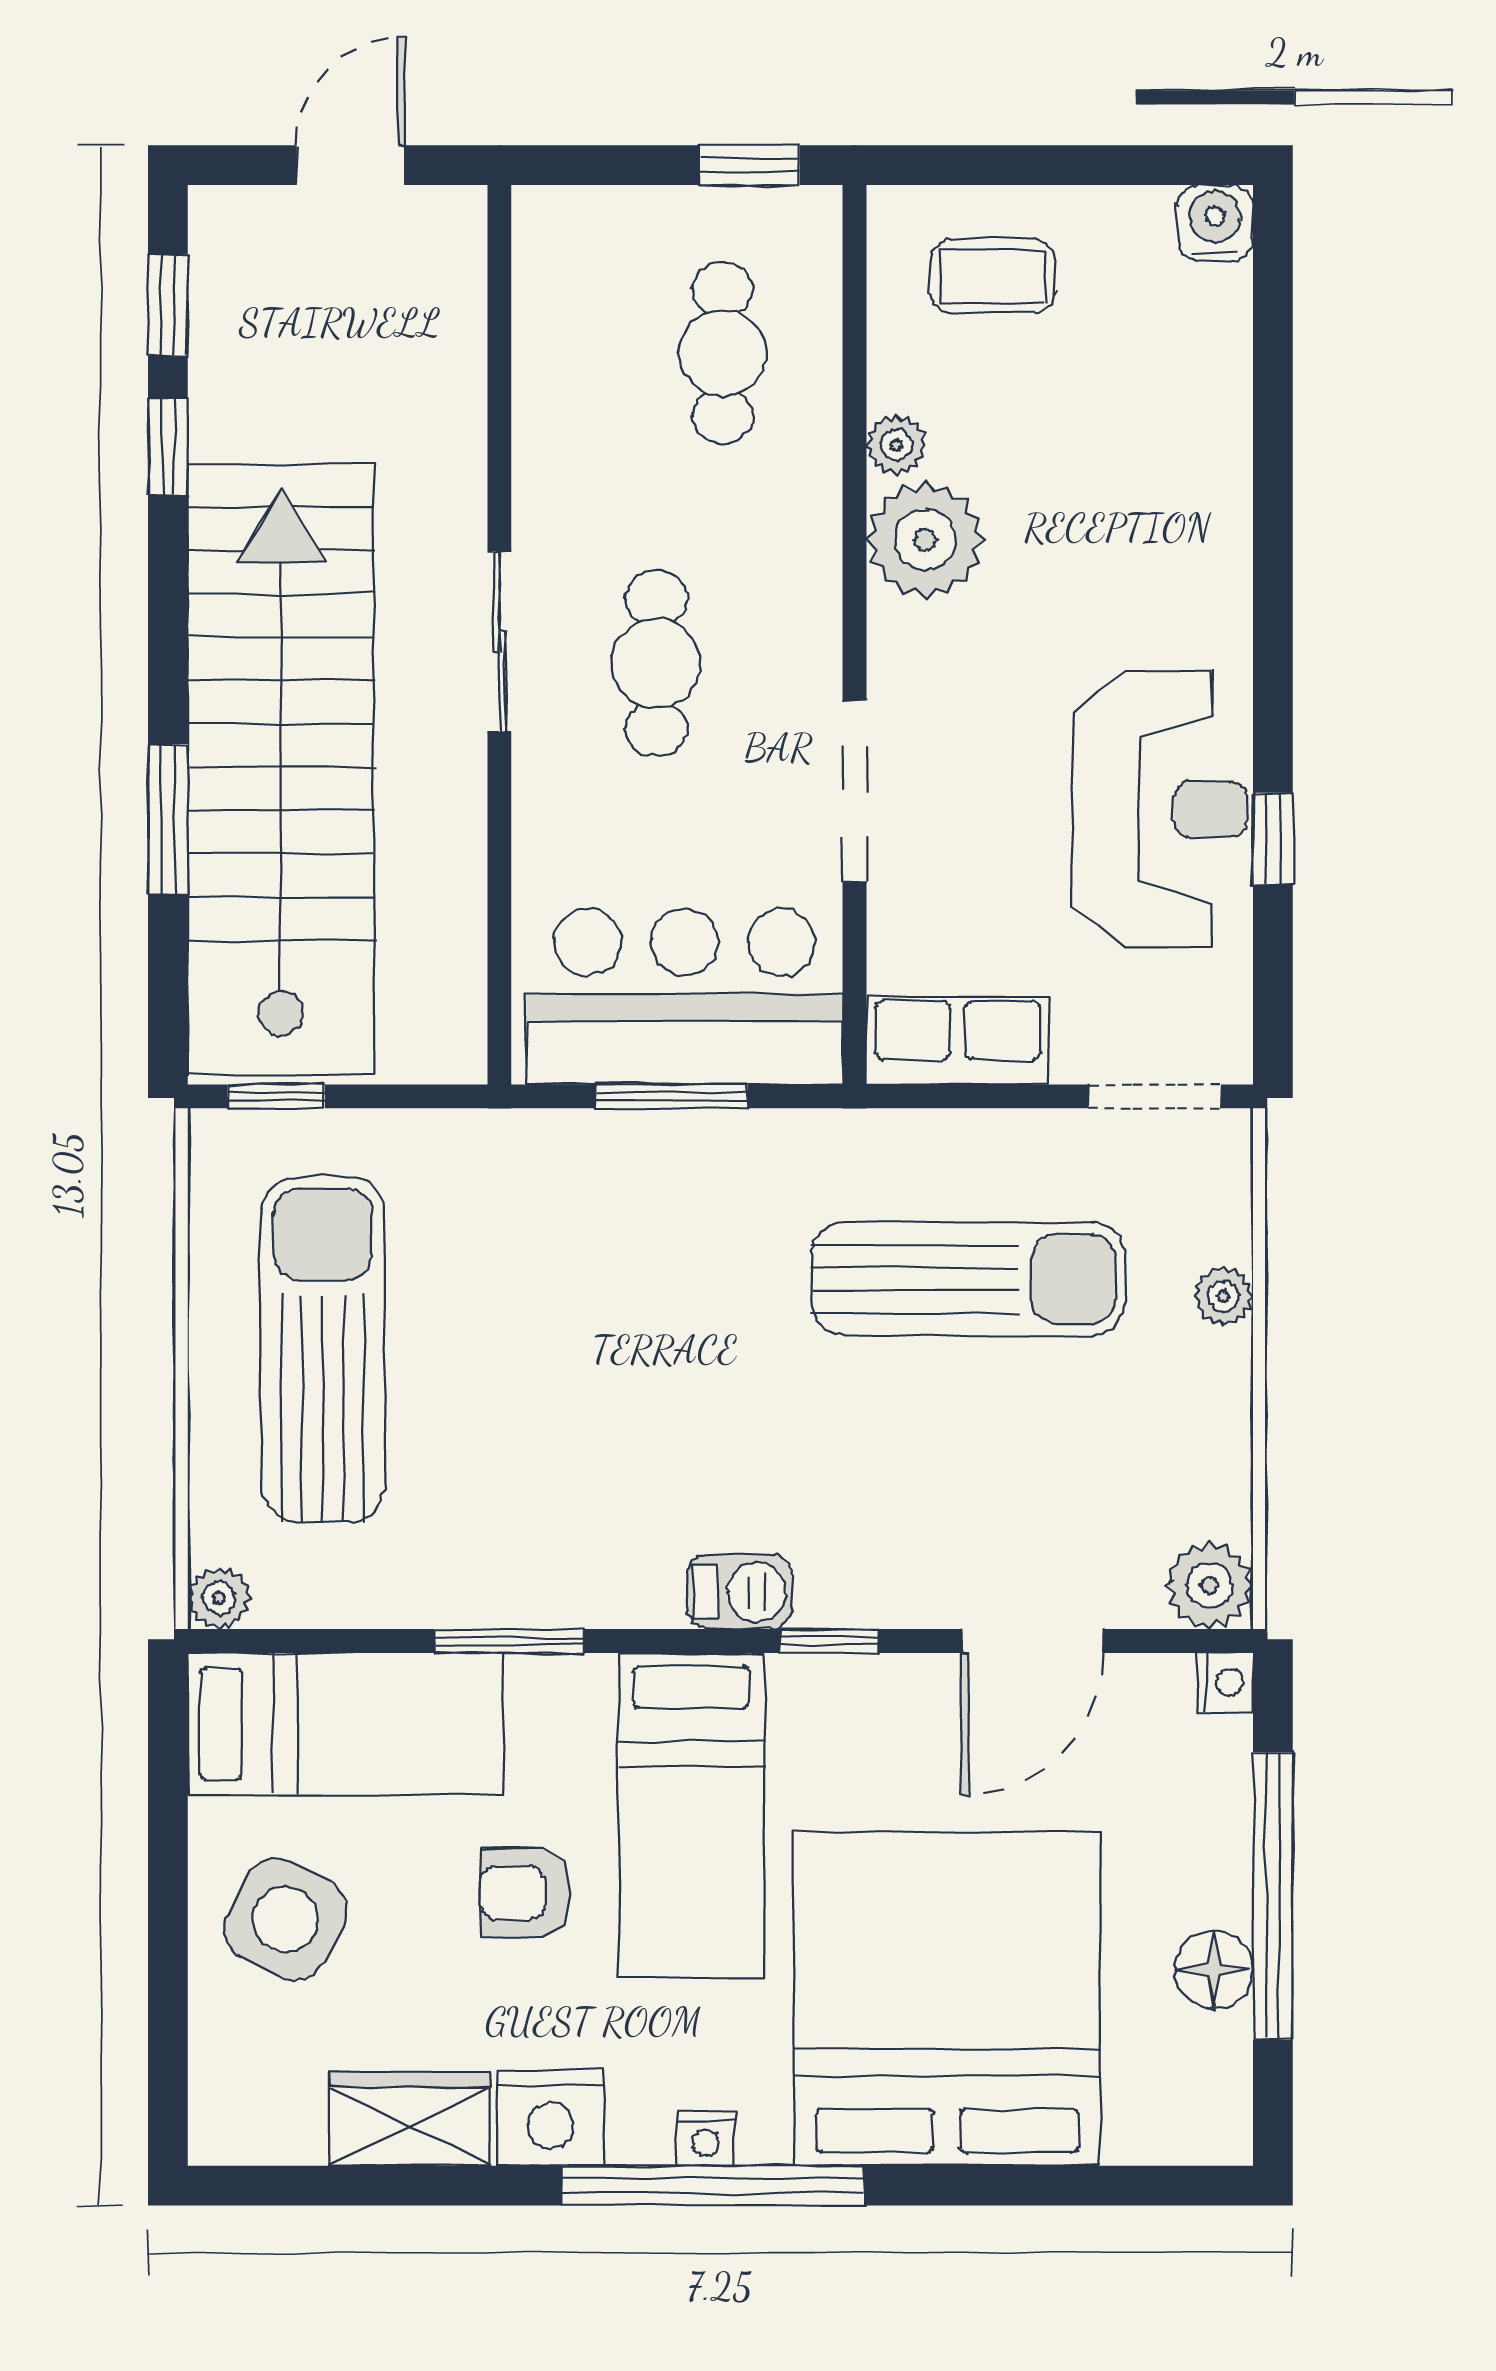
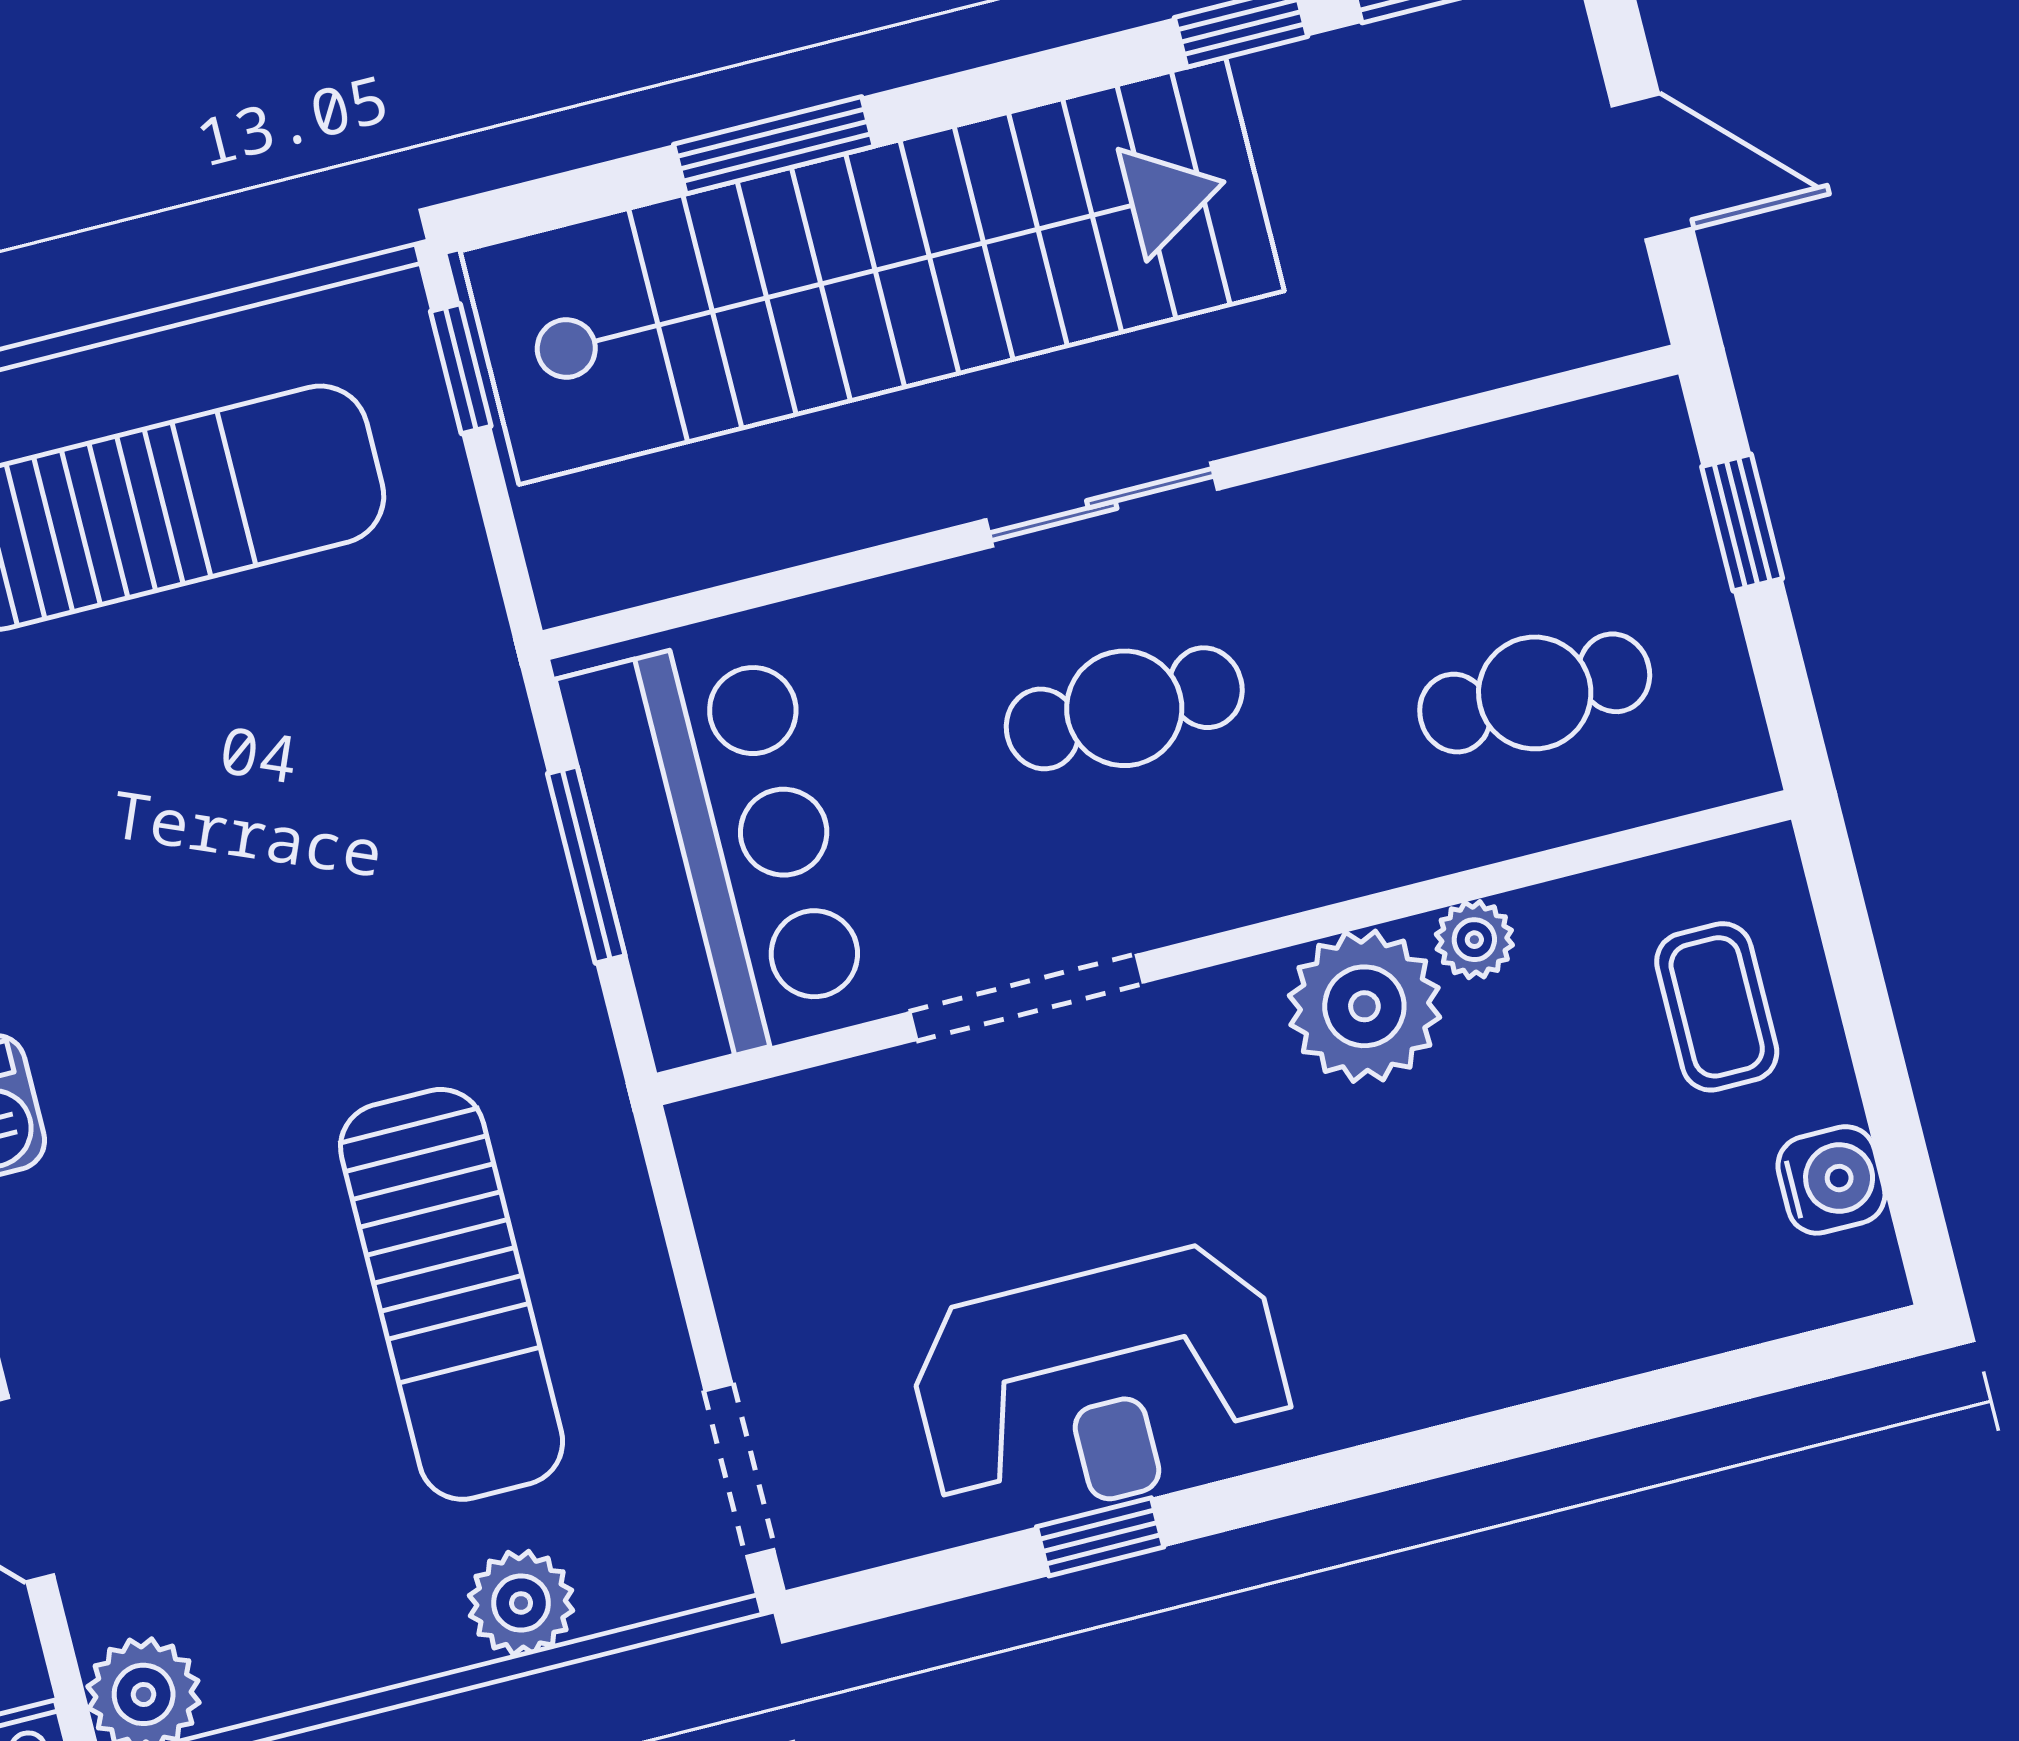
window: (750, 165) -> (1742, 523), moved
water cooler: (1215, 223) -> (1831, 1180), moved
row of seats: (958, 1041) -> (747, 1206), removed
plant: (1224, 1296) -> (521, 1603), width x1.38, depth x1.38

